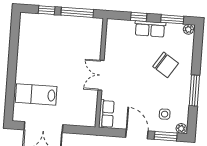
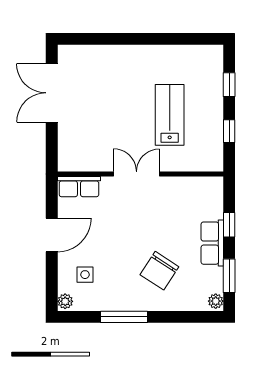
window: (77, 12) -> (229, 131), width x0.46
lab bench: (36, 94) -> (170, 115), moved
window: (166, 136) -> (52, 279), removed

